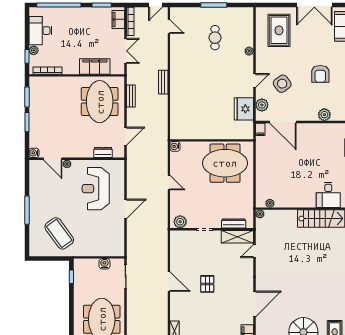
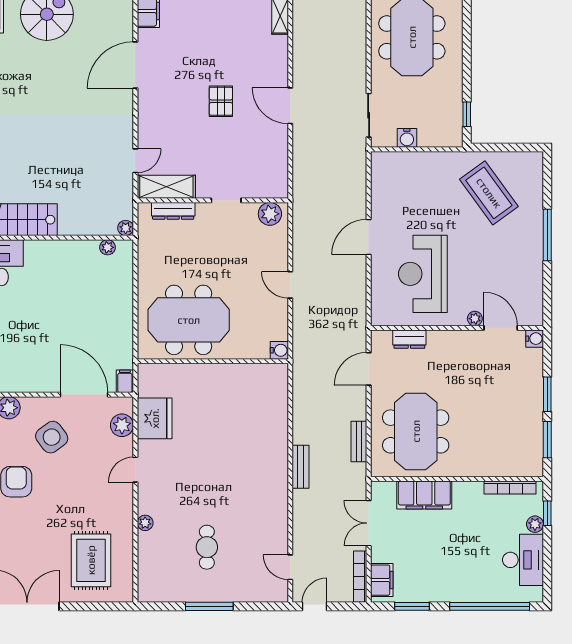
side table: (282, 84) -> (52, 437), moved
reception desk: (96, 189) -> (423, 274), turned 180

